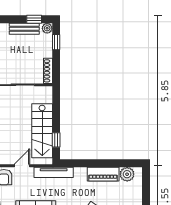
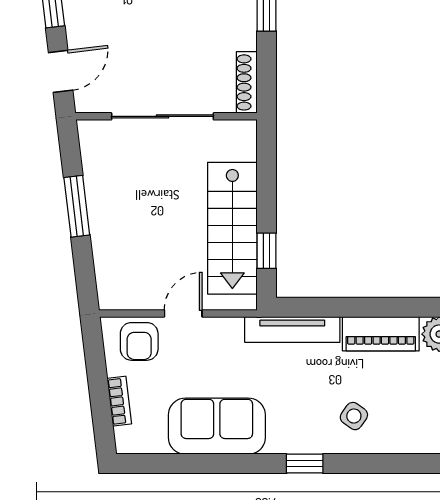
tv unit: (54, 172) -> (292, 329), moved

